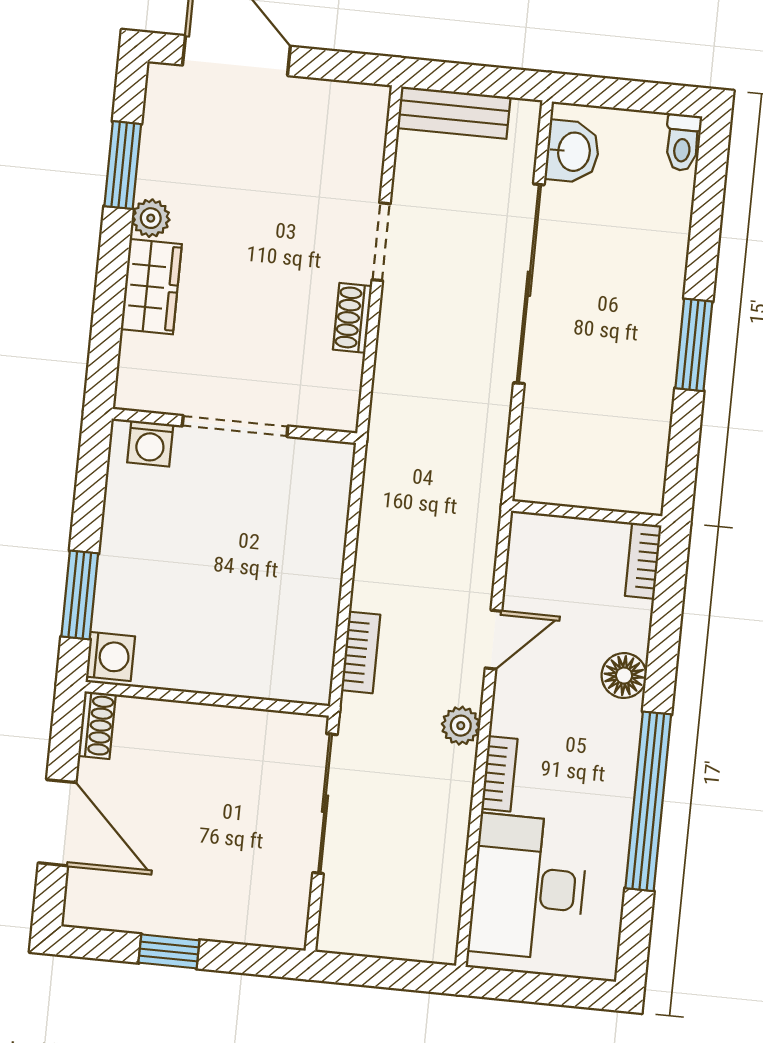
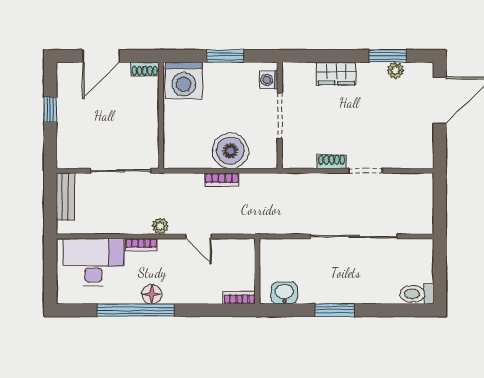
bench: (454, 113) -> (65, 197), moved
toilet: (683, 142) -> (417, 294), width x1.37, depth x1.39
washbasin: (572, 152) -> (284, 293), moved, turned 180
plant: (151, 218) -> (395, 70), moved
boiler: (304, 547) -> (230, 151), added
window: (80, 595) -> (225, 56), moved
bookcase: (361, 652) -> (222, 180), moved
washing machine: (111, 656) -> (184, 81), width x1.89, depth x1.89
floor lamp: (624, 676) -> (152, 294), moved

